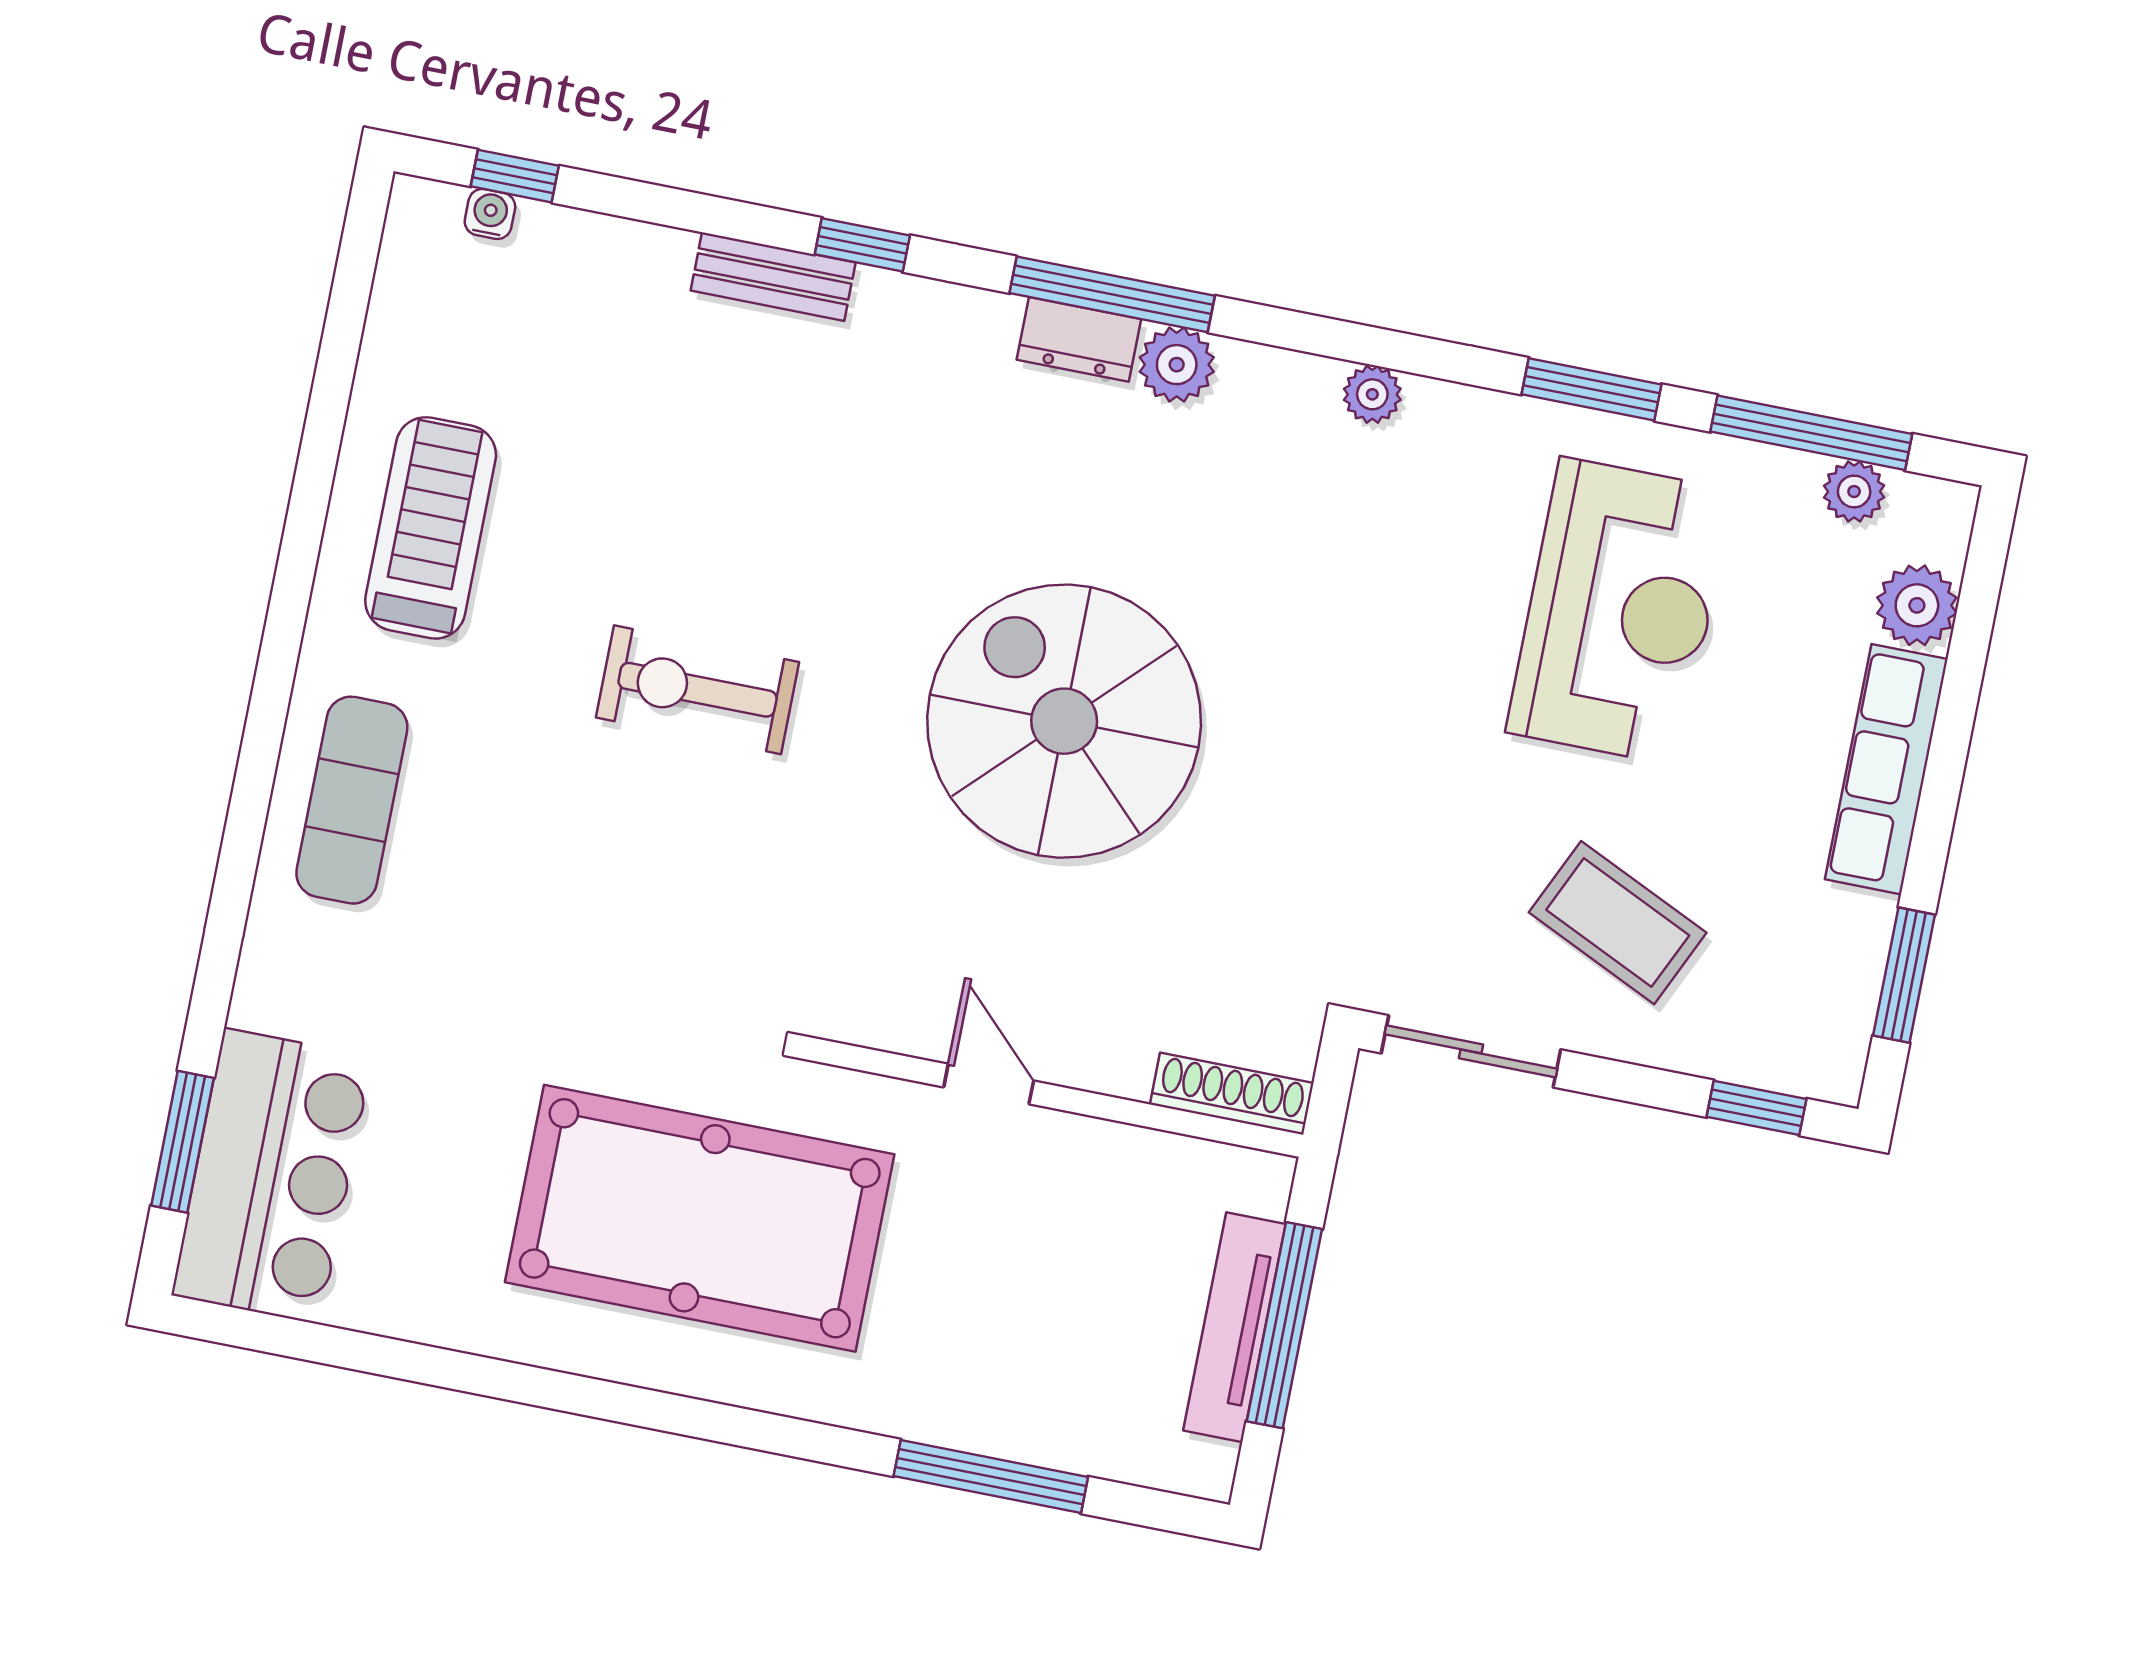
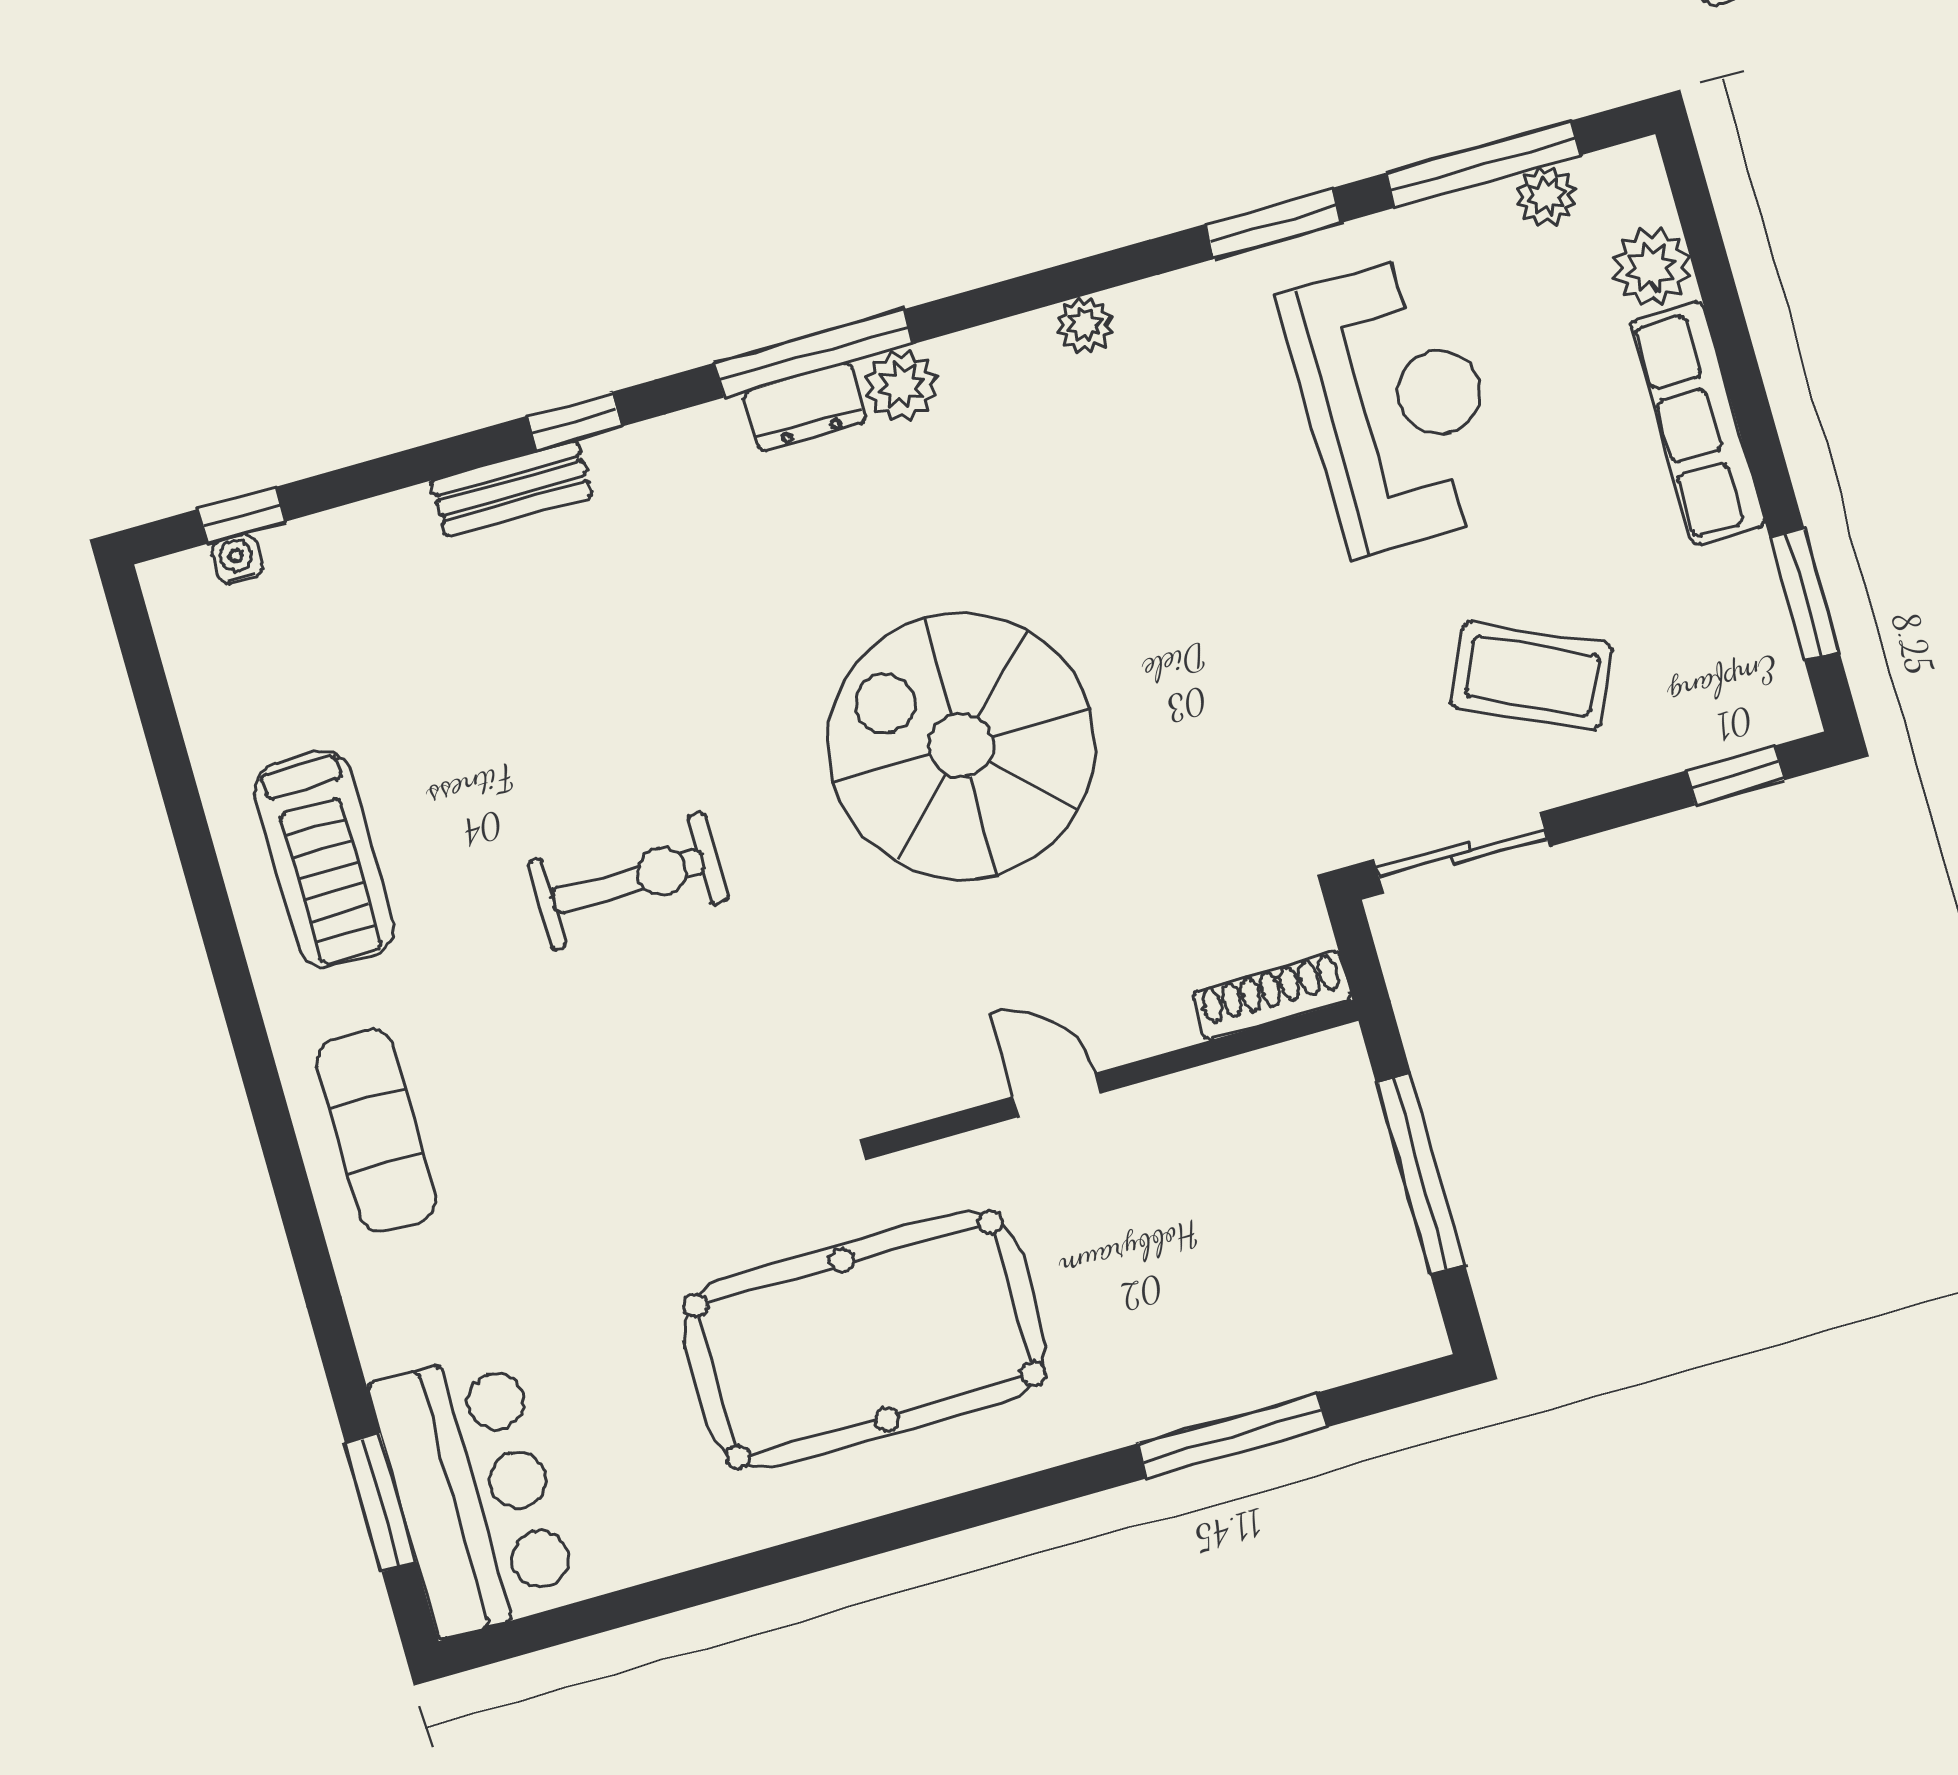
treadmill: (431, 528) -> (324, 859), turned 180
exercise bike: (698, 690) -> (628, 881), turned 180
tv unit: (1234, 1327) -> (1378, 1198), removed

